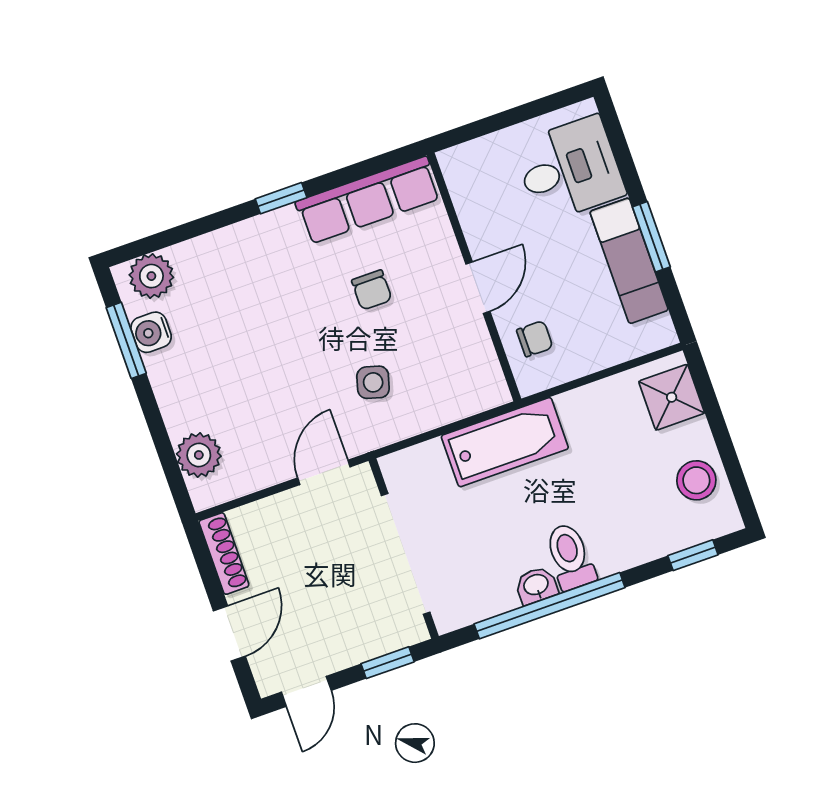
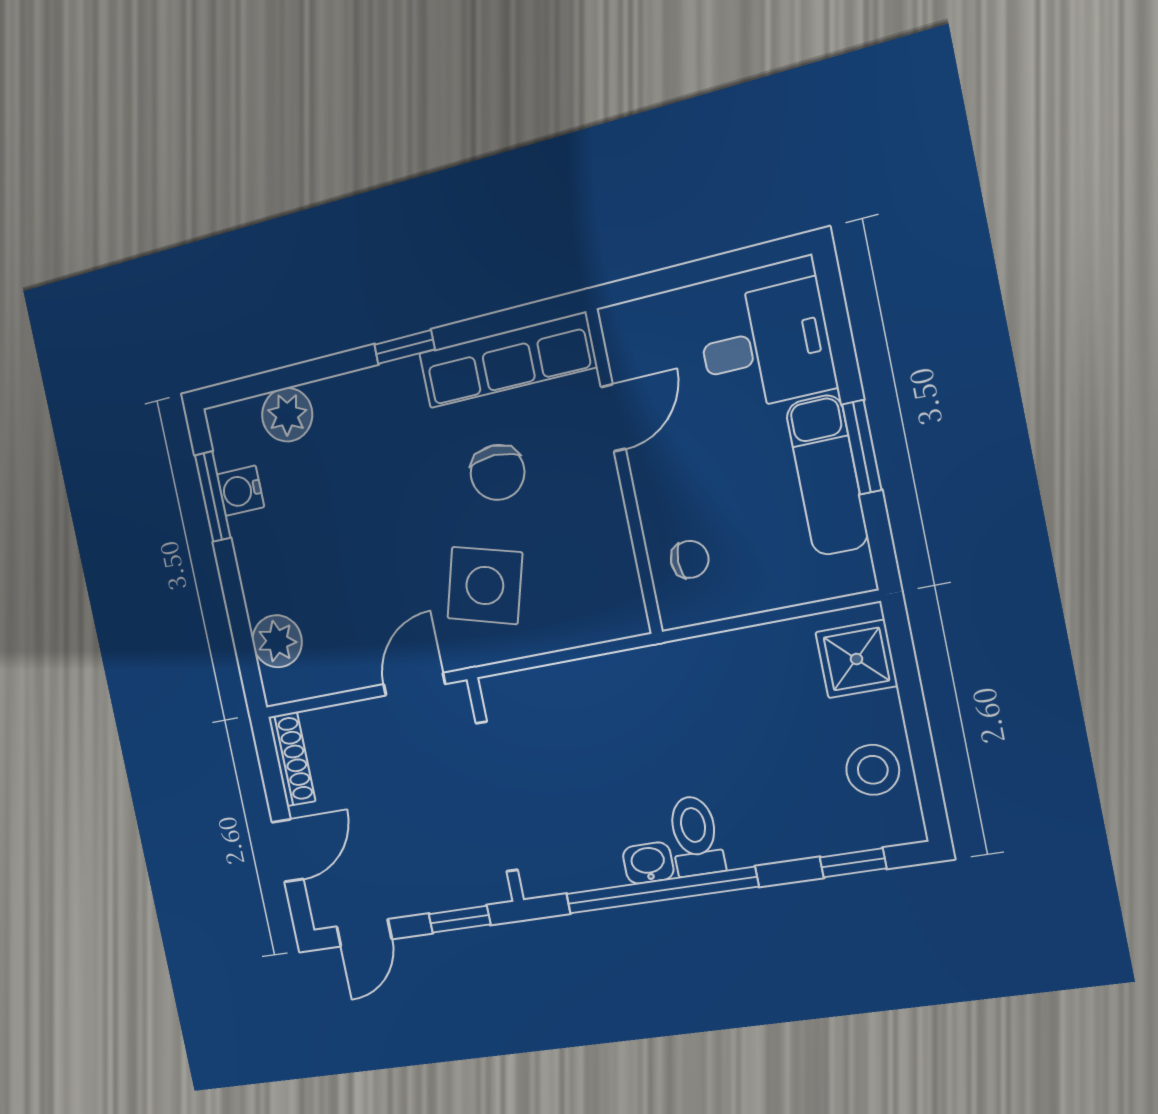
plant: (151, 276) -> (287, 415), moved
door: (478, 288) -> (613, 418), moved
chair: (372, 290) -> (497, 472), width x1.37, depth x1.37
side table: (373, 382) -> (485, 586), width x1.87, depth x1.87
bathtub: (505, 442) -> (634, 682), removed

